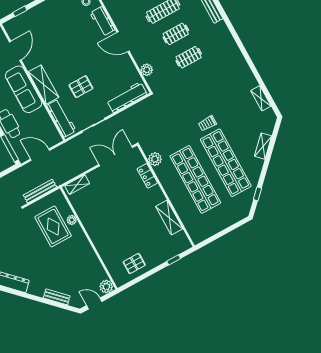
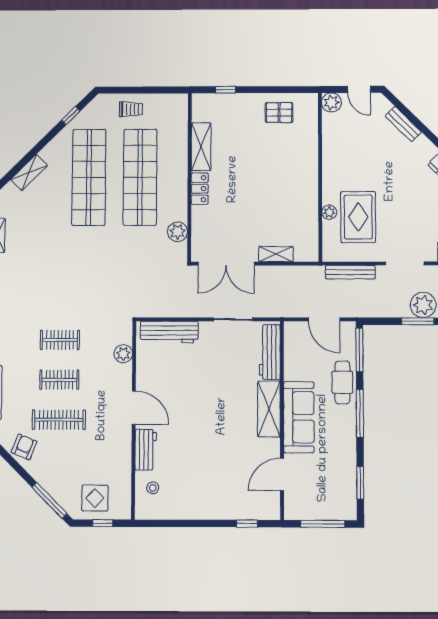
pallet: (81, 87) -> (221, 379), removed
trolley: (207, 123) -> (131, 109), moved
locker: (147, 176) -> (200, 189), moved
shelving: (77, 185) -> (276, 254), moved

